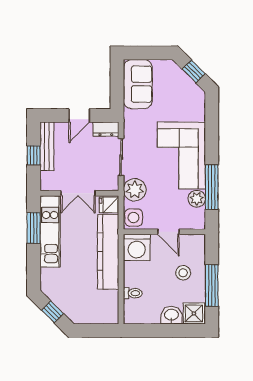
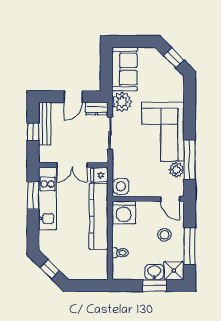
plant: (135, 190) -> (122, 102), moved
door: (168, 232) -> (170, 199), moved
window: (172, 330) -> (154, 285), added

